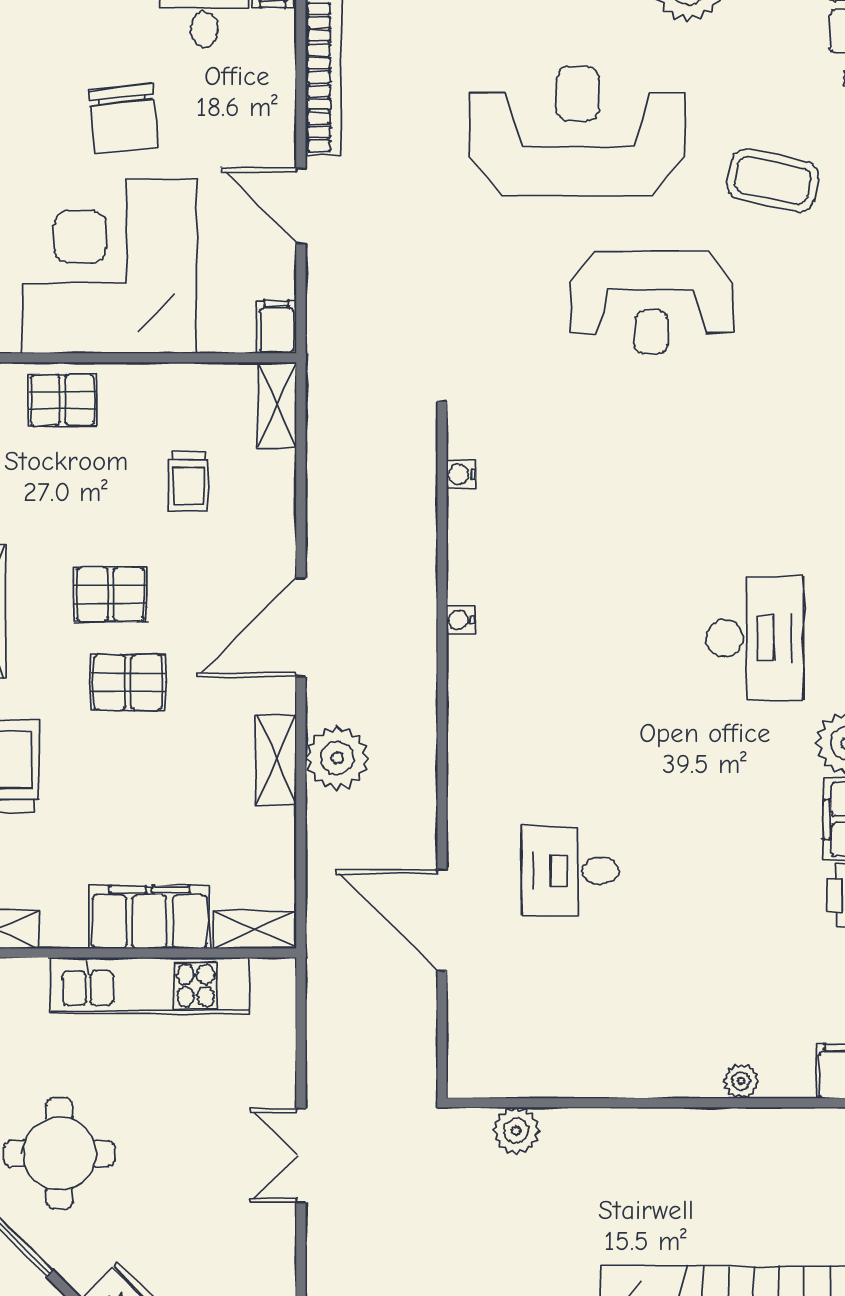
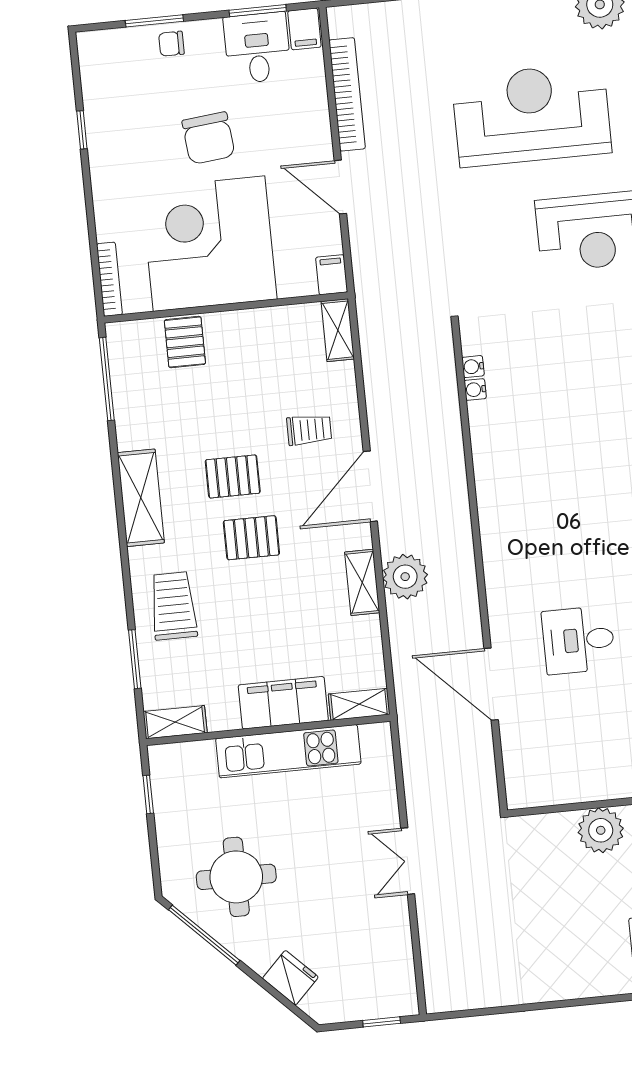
pallet: (62, 400) -> (185, 342), turned 90
trolley: (189, 481) -> (309, 430), moved, turned -90
water cooler: (461, 620) -> (475, 390), moved
plant: (516, 1131) -> (601, 830), moved, width x1.36, depth x1.36

